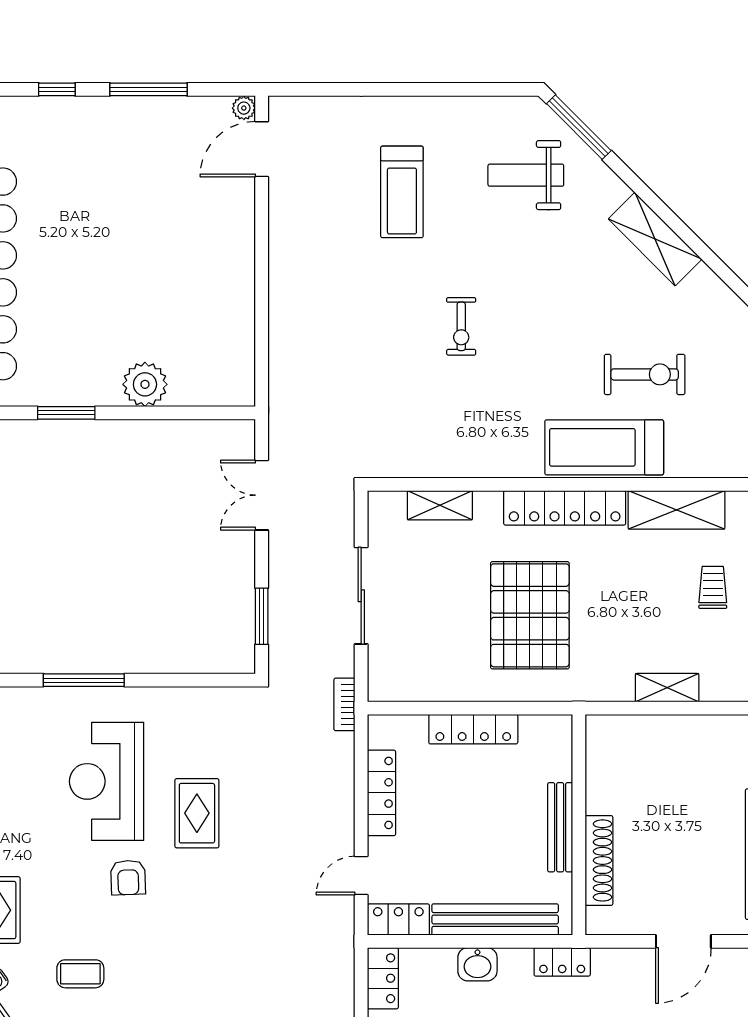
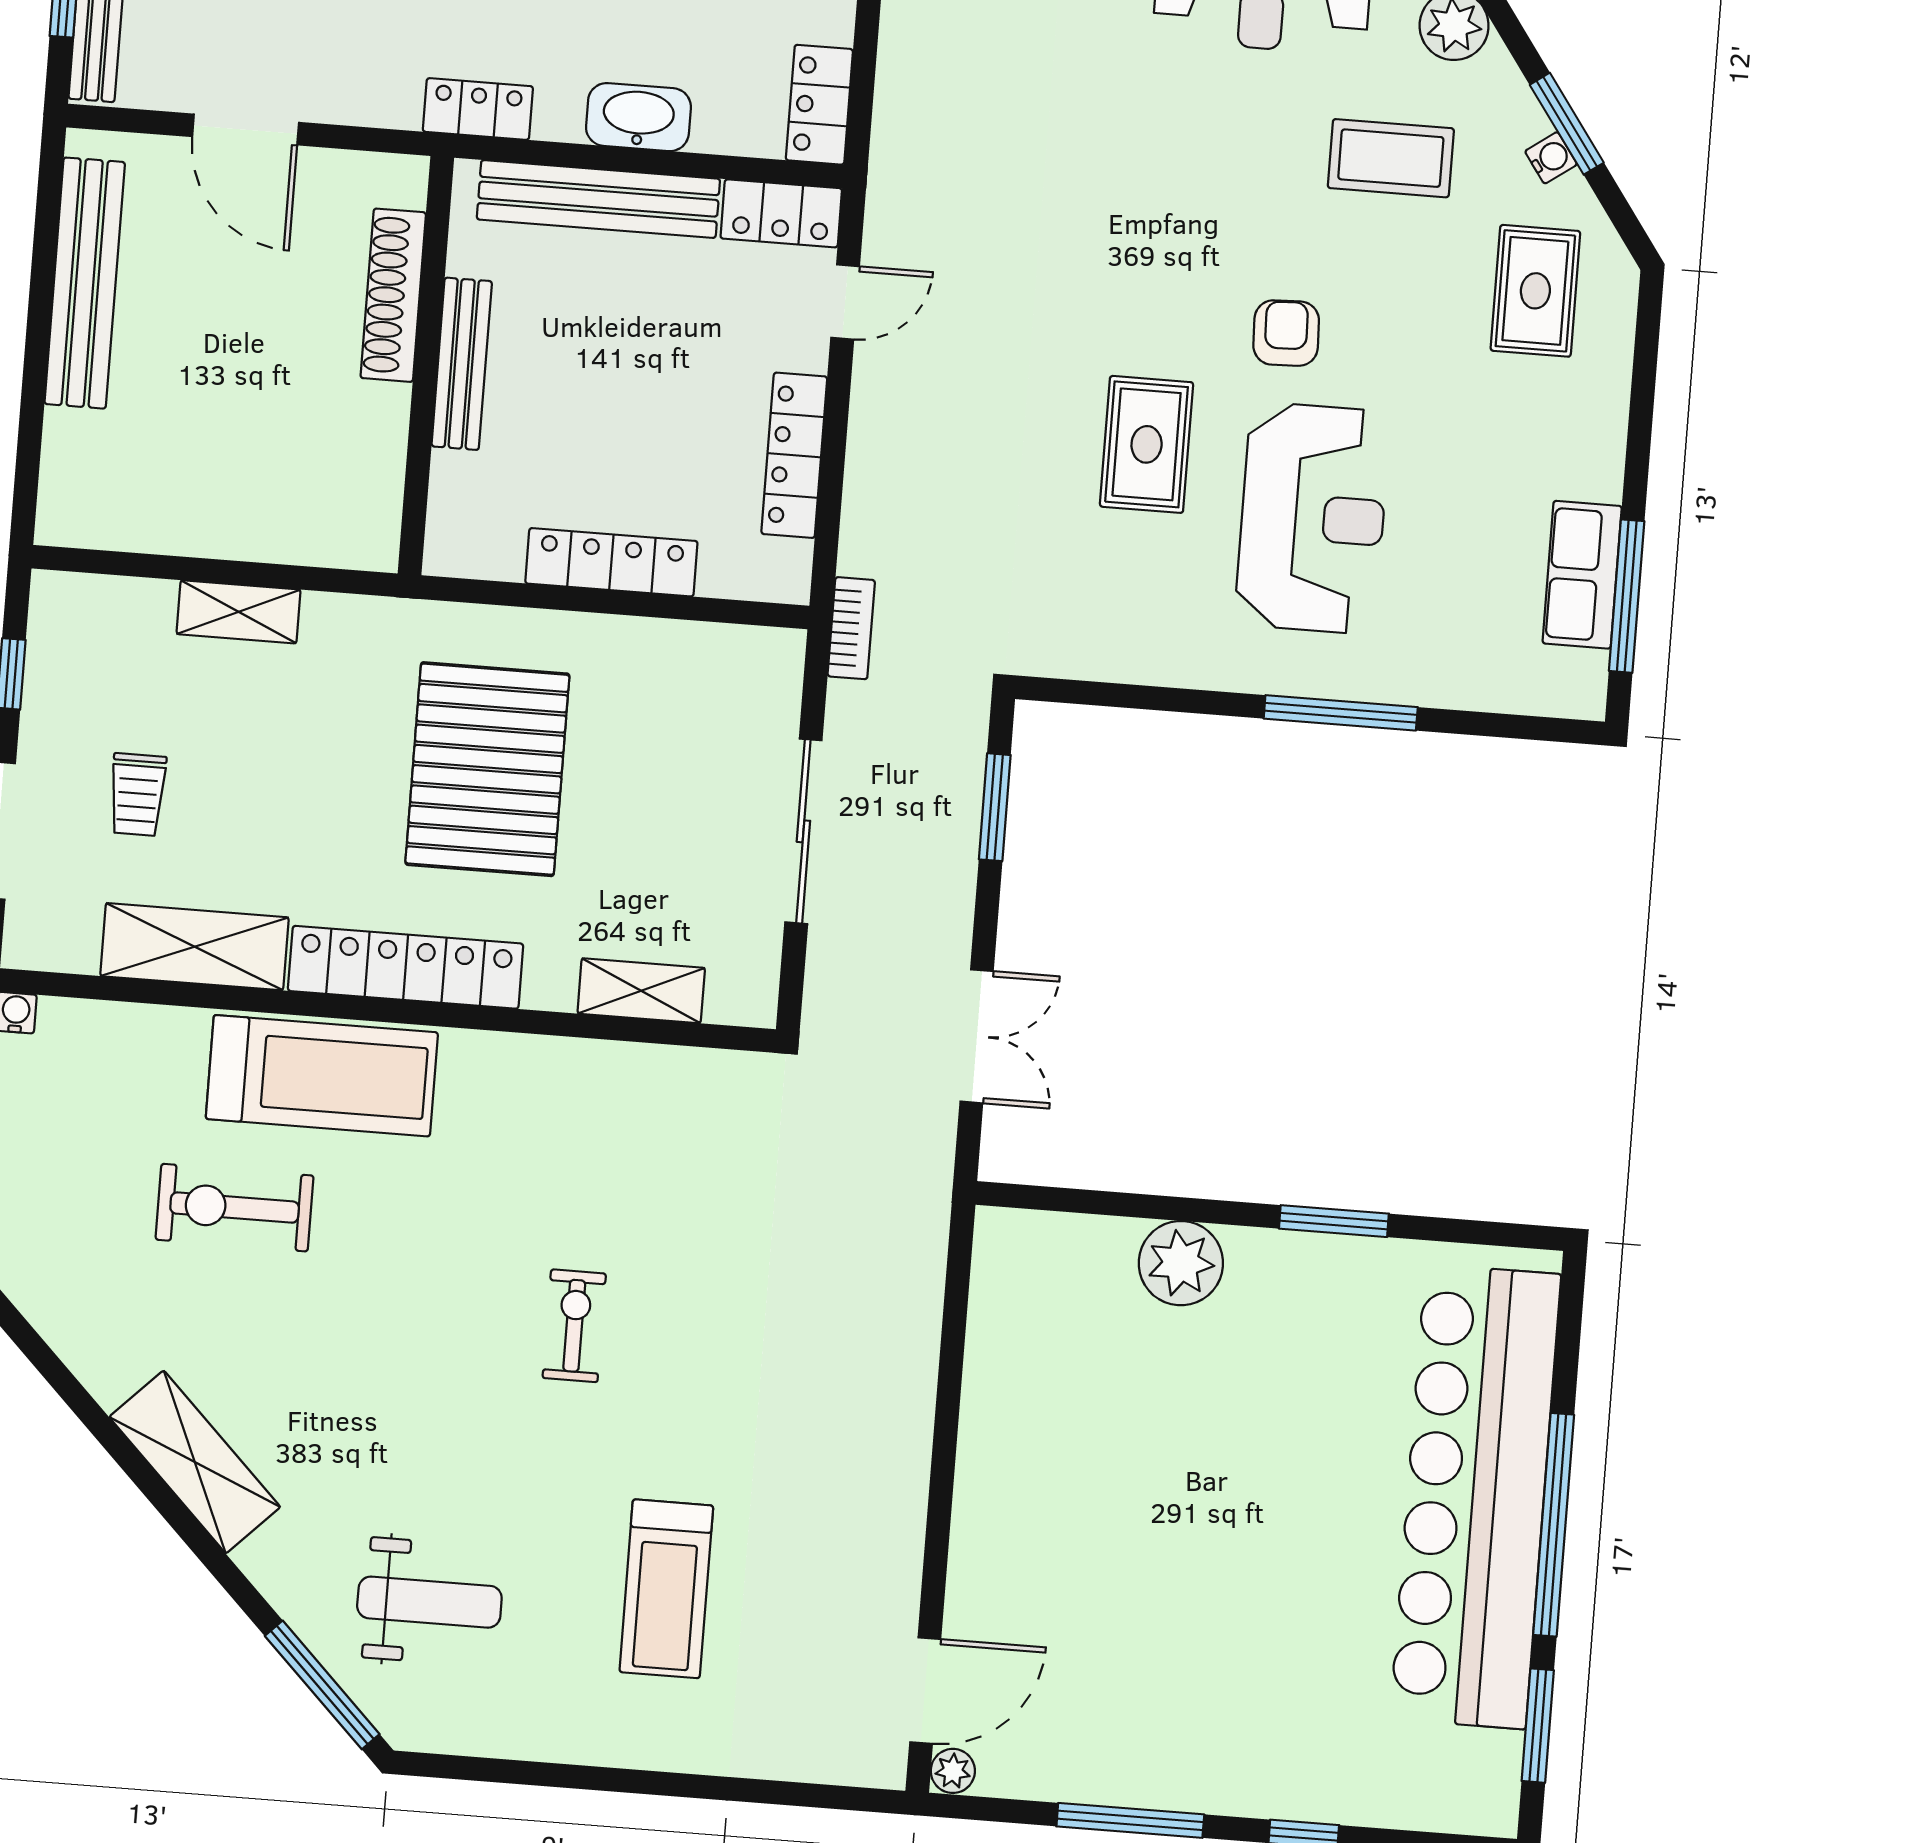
treadmill: (402, 192) -> (666, 1589), turned 180
door: (683, 941) -> (246, 130), swing flipped
washbasin: (477, 964) -> (638, 117), width x1.38
coffee table: (80, 974) -> (1391, 158), width x1.36, depth x1.30

